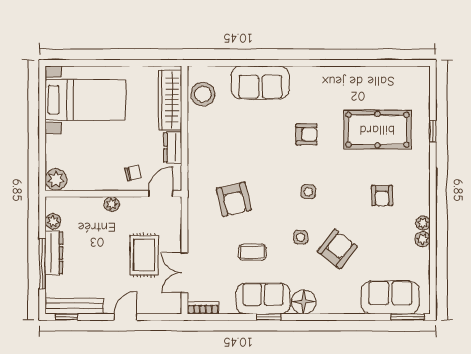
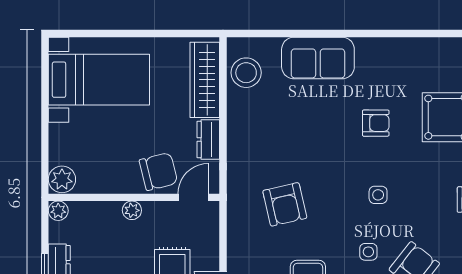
chair: (133, 173) -> (158, 171), width x1.87, depth x1.87
plant: (53, 221) -> (58, 211), moved

